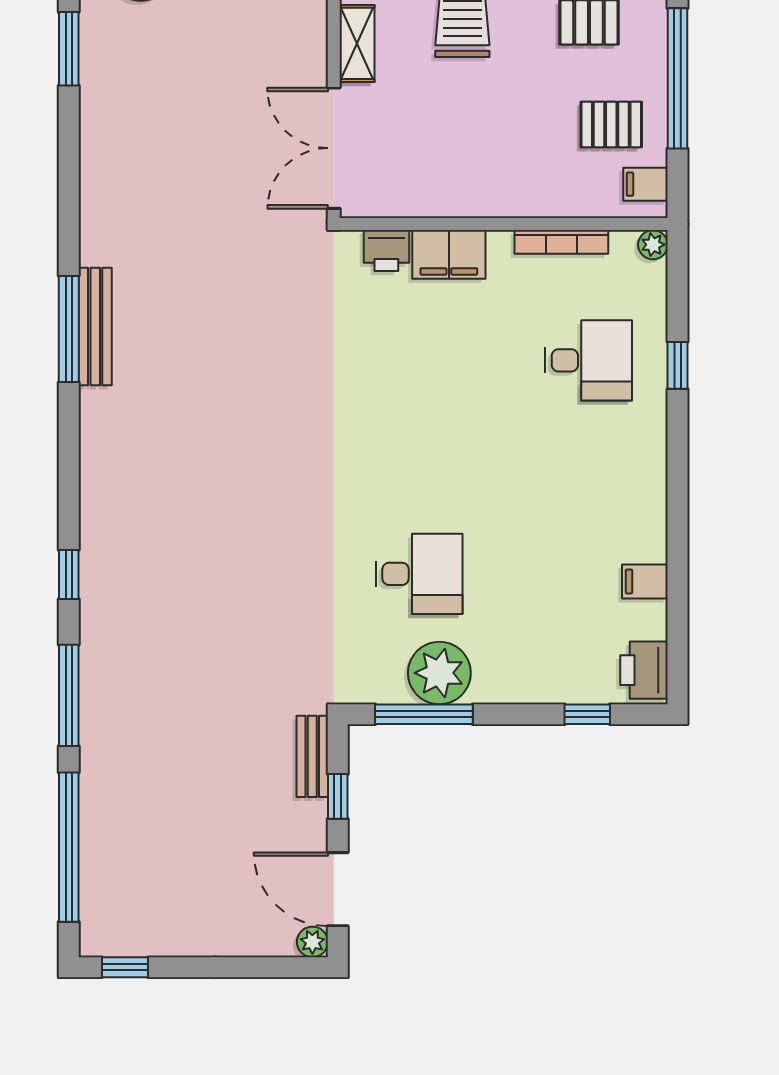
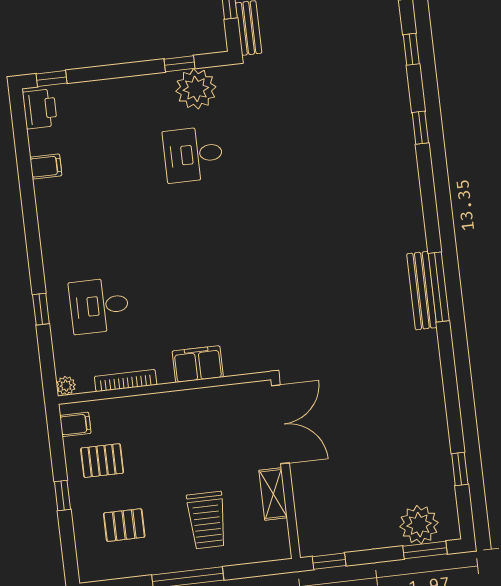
window: (69, 49) -> (460, 469), width x0.67
window: (678, 78) -> (62, 495), width x0.32
printer: (386, 251) -> (238, 362), removed
plant: (439, 673) -> (196, 89), moved
window: (69, 695) -> (411, 49), width x0.46
window: (424, 714) -> (179, 64), width x0.46
window: (587, 714) -> (52, 79), moved

